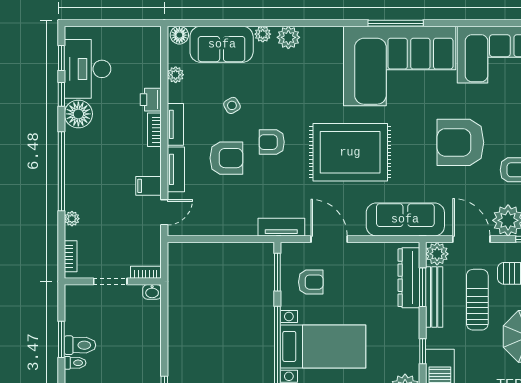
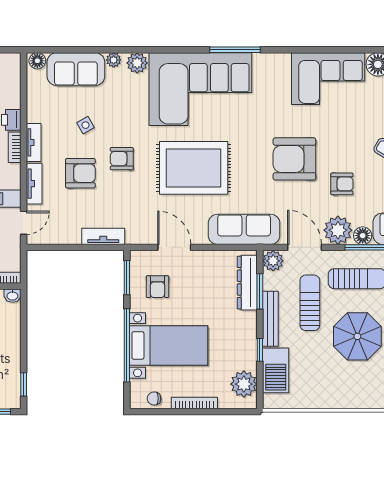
corner sofa: (400, 66) -> (200, 89), moved
plant: (176, 75) -> (34, 97), removed
tv unit: (281, 227) -> (103, 236), moved
armchair: (311, 282) -> (158, 287), turned 90
bench: (434, 297) -> (270, 319), moved

